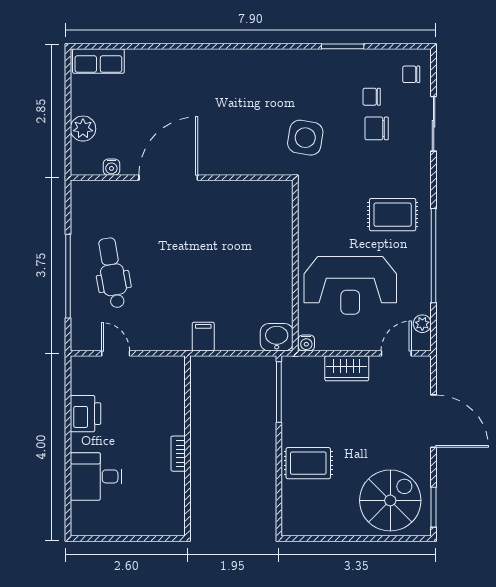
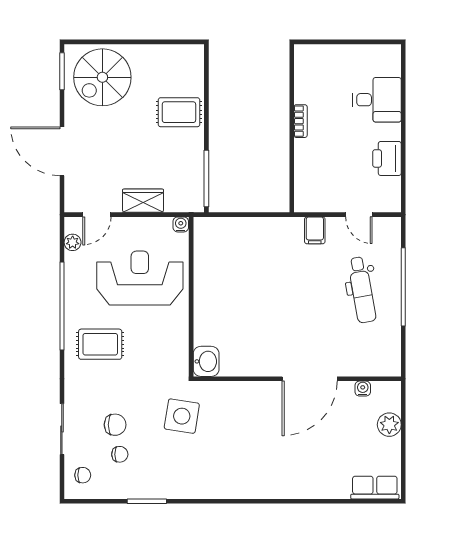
filing cabinet: (203, 337) -> (315, 230), moved
washbasin: (277, 337) -> (206, 361), moved, turned -90

